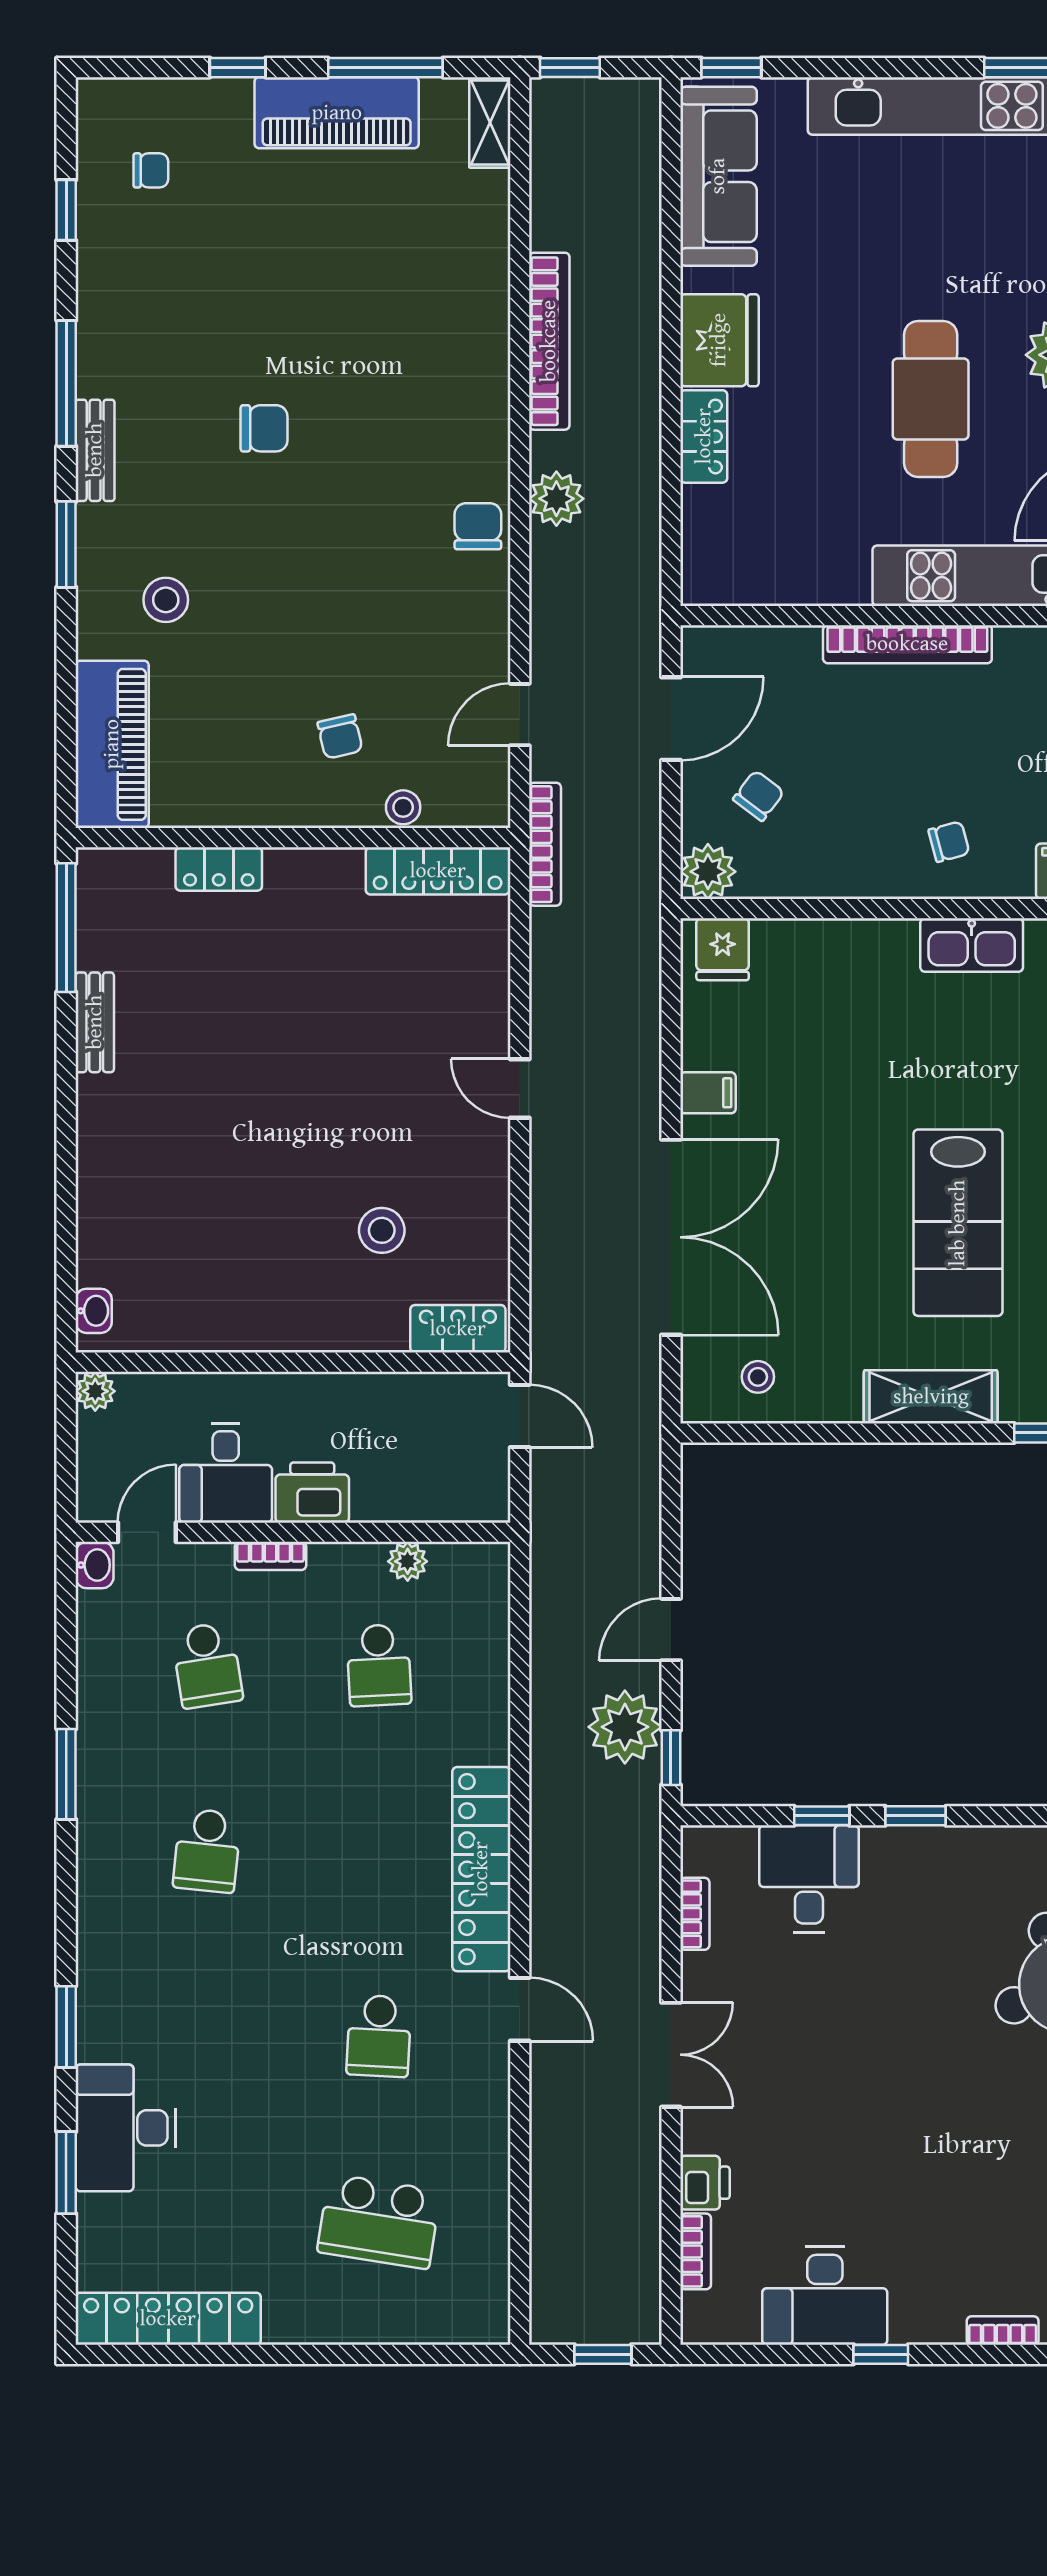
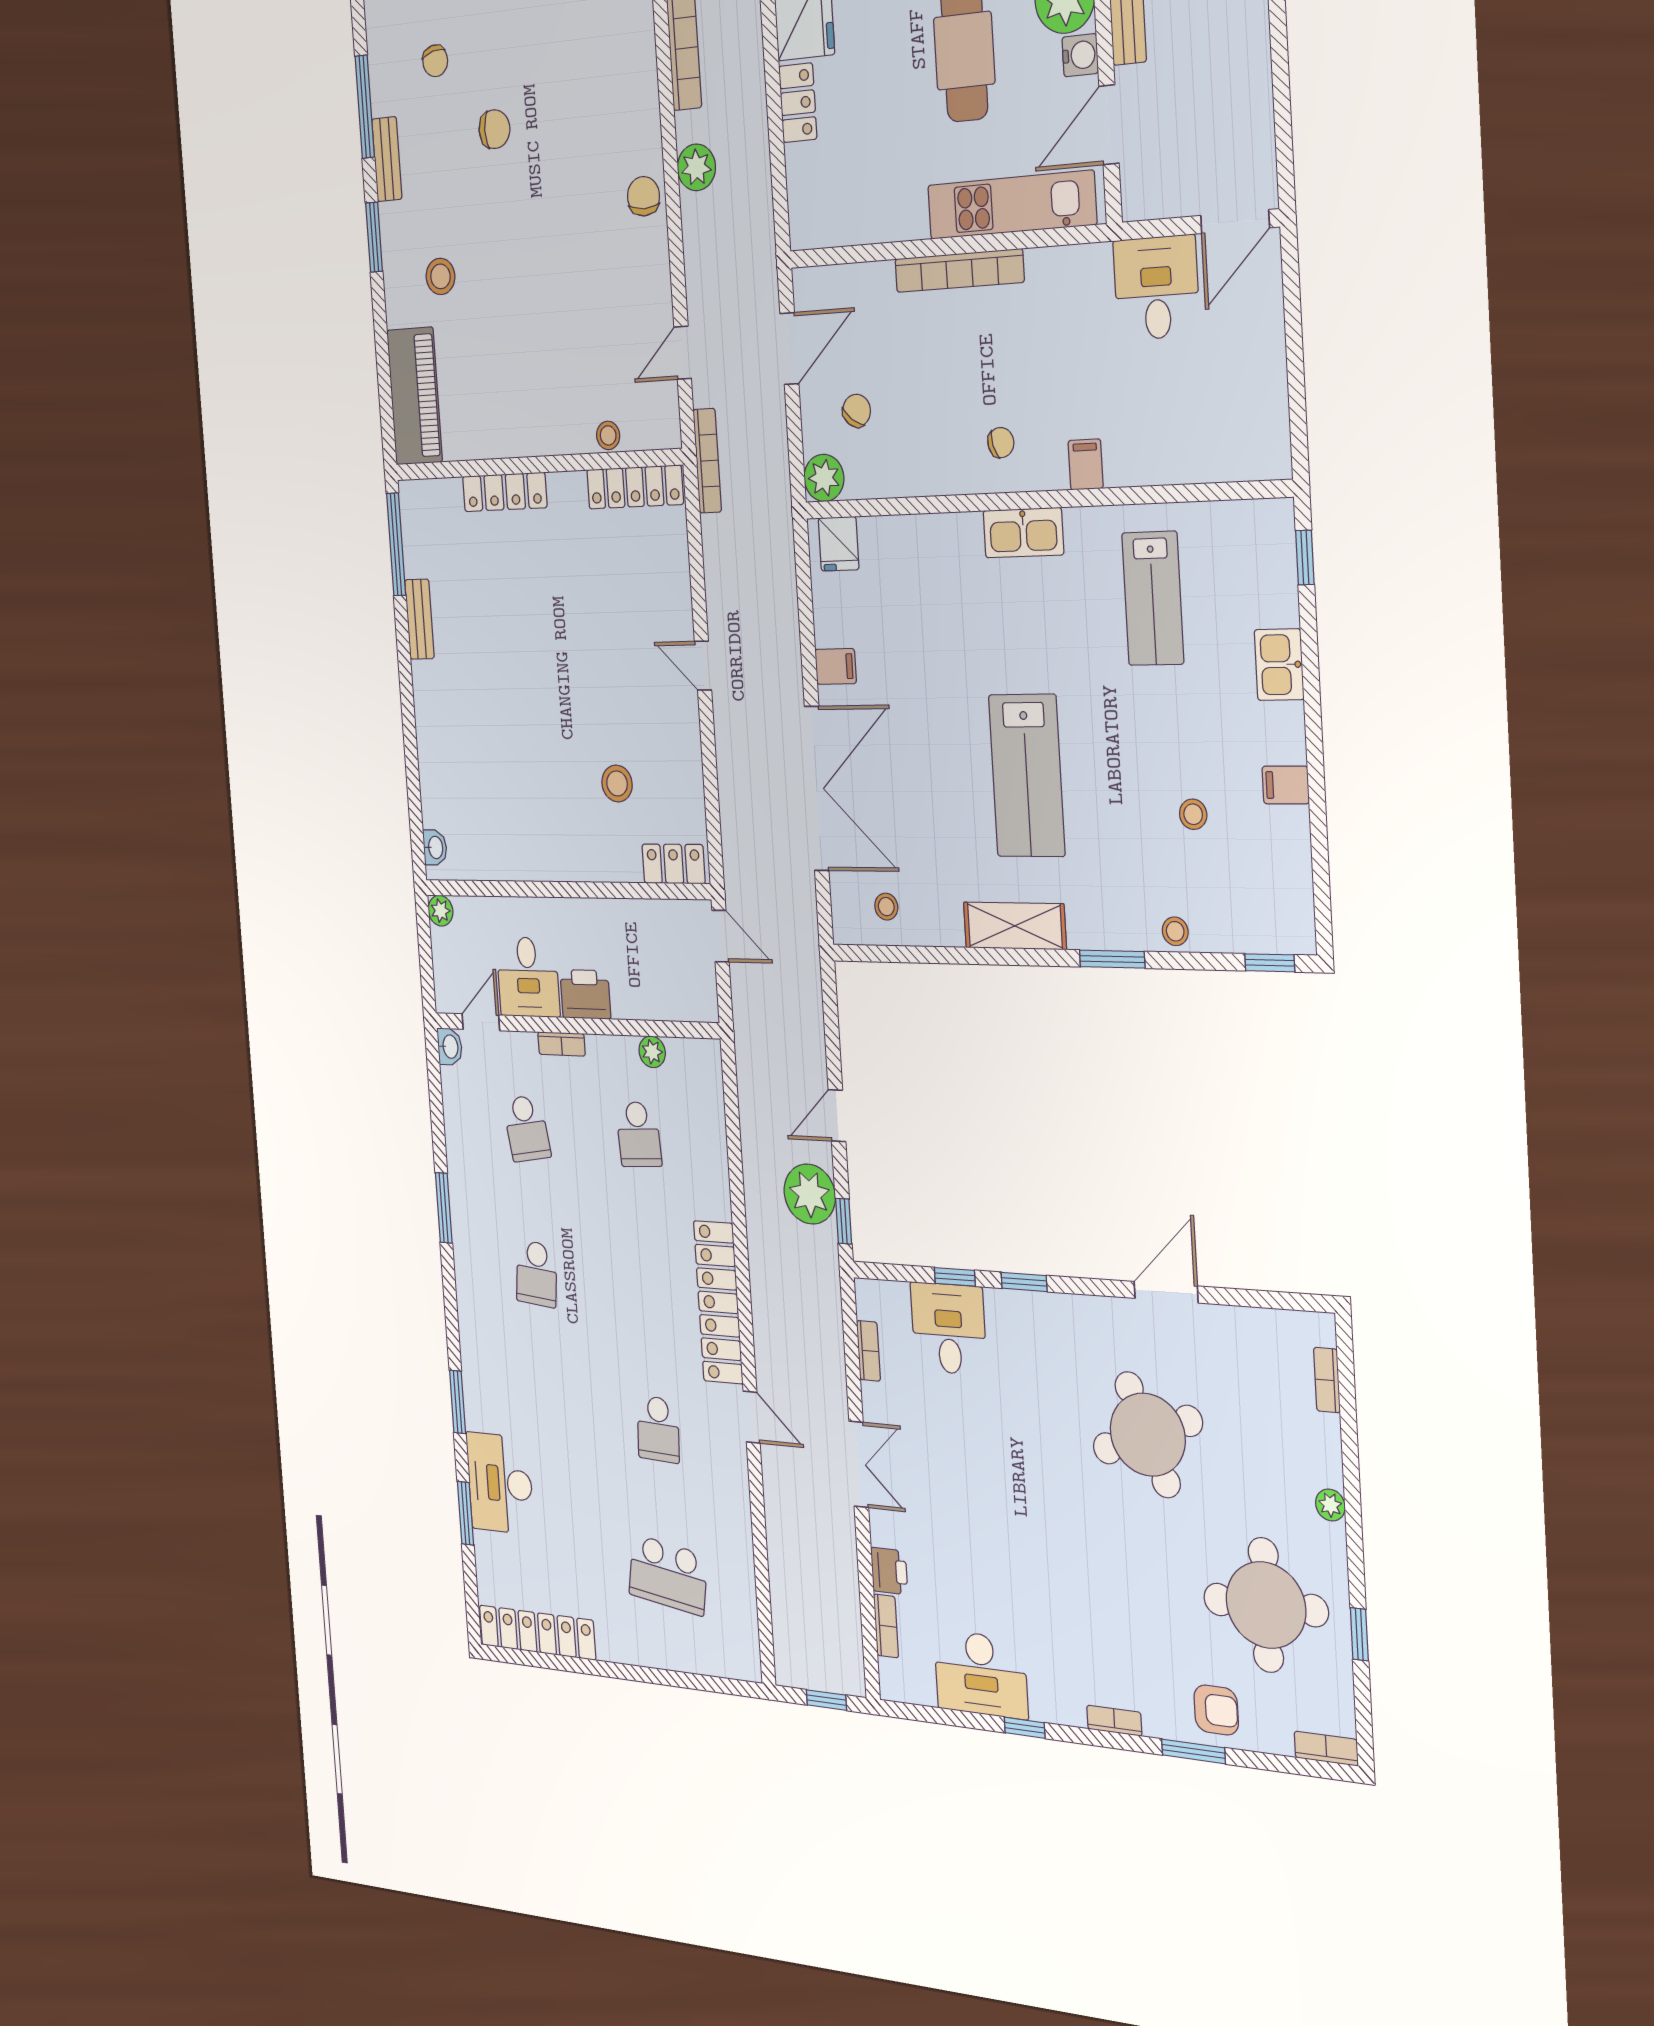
chair: (340, 736) -> (435, 61), moved
locker: (219, 869) -> (505, 492), width x1.53

